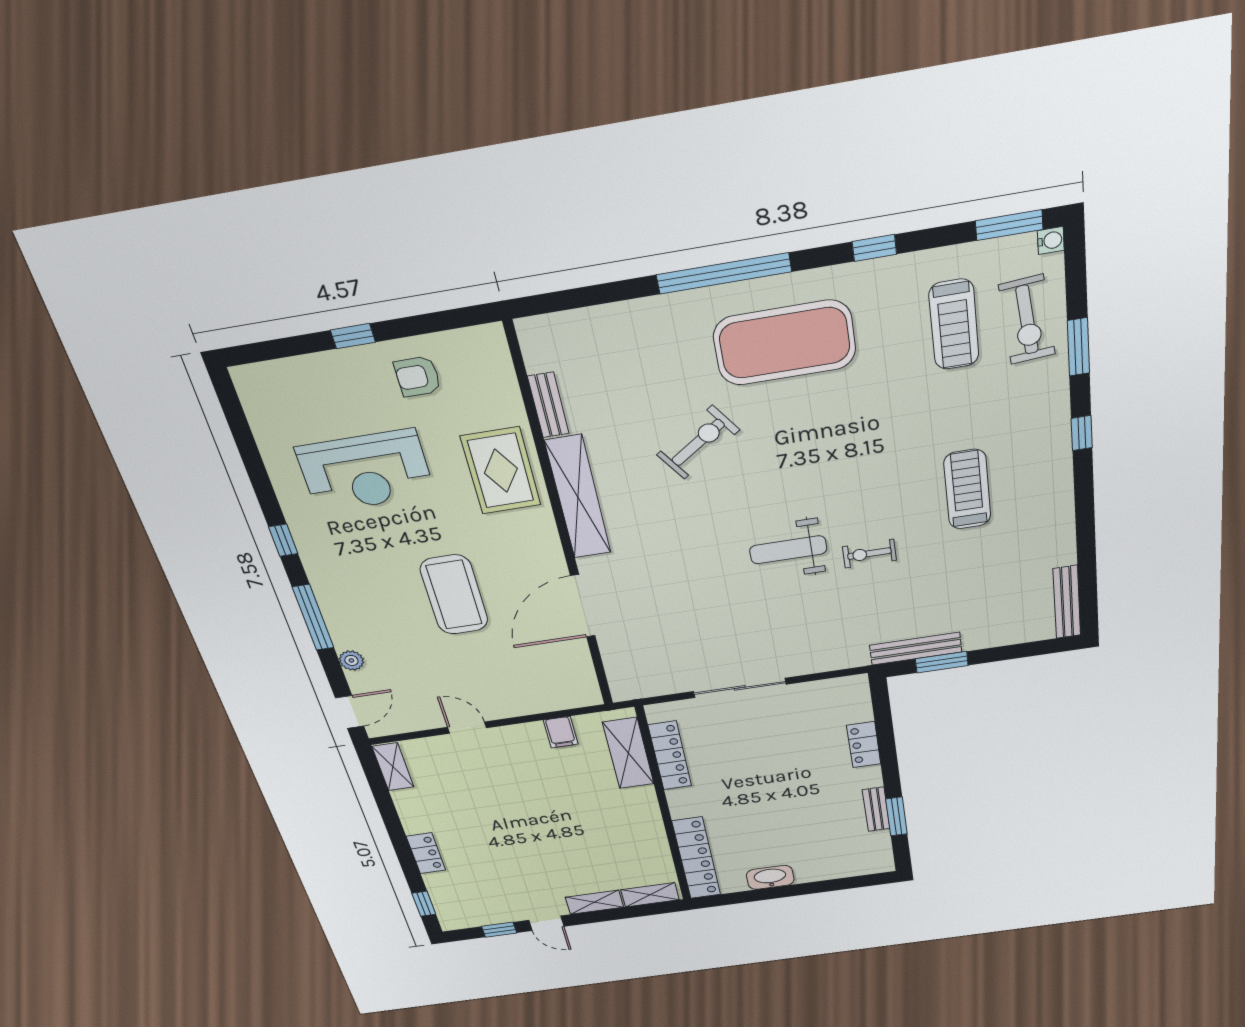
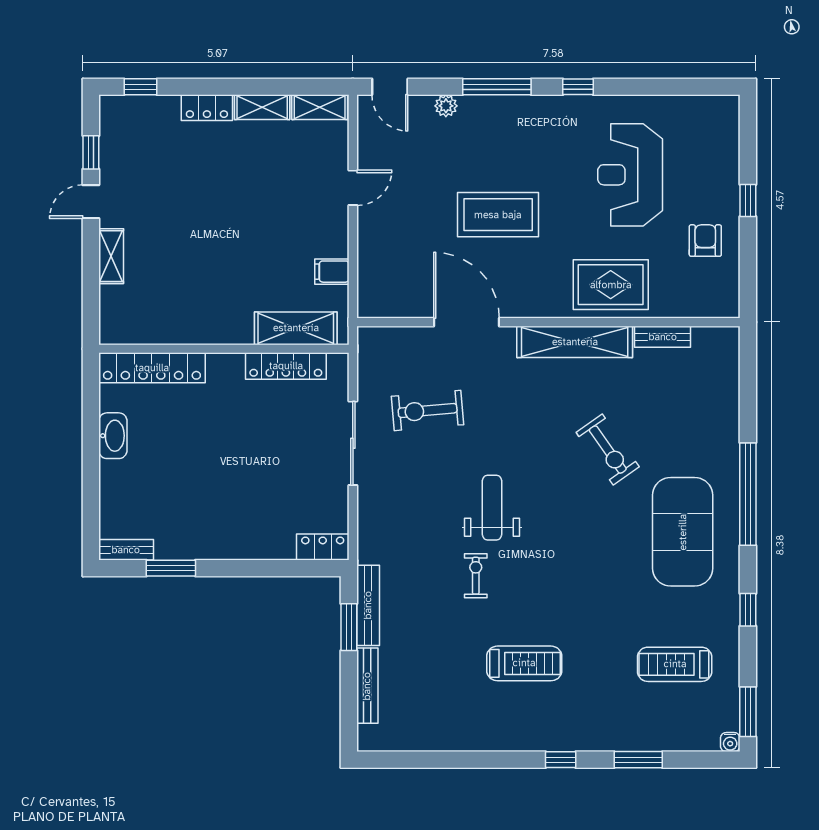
exercise bike: (1027, 320) -> (428, 410), moved
bench: (1067, 602) -> (367, 686), moved, turned 90
locker: (864, 745) -> (323, 547), moved
bench: (876, 809) -> (126, 550), moved
shelving: (650, 895) -> (262, 107), moved, turned 90

